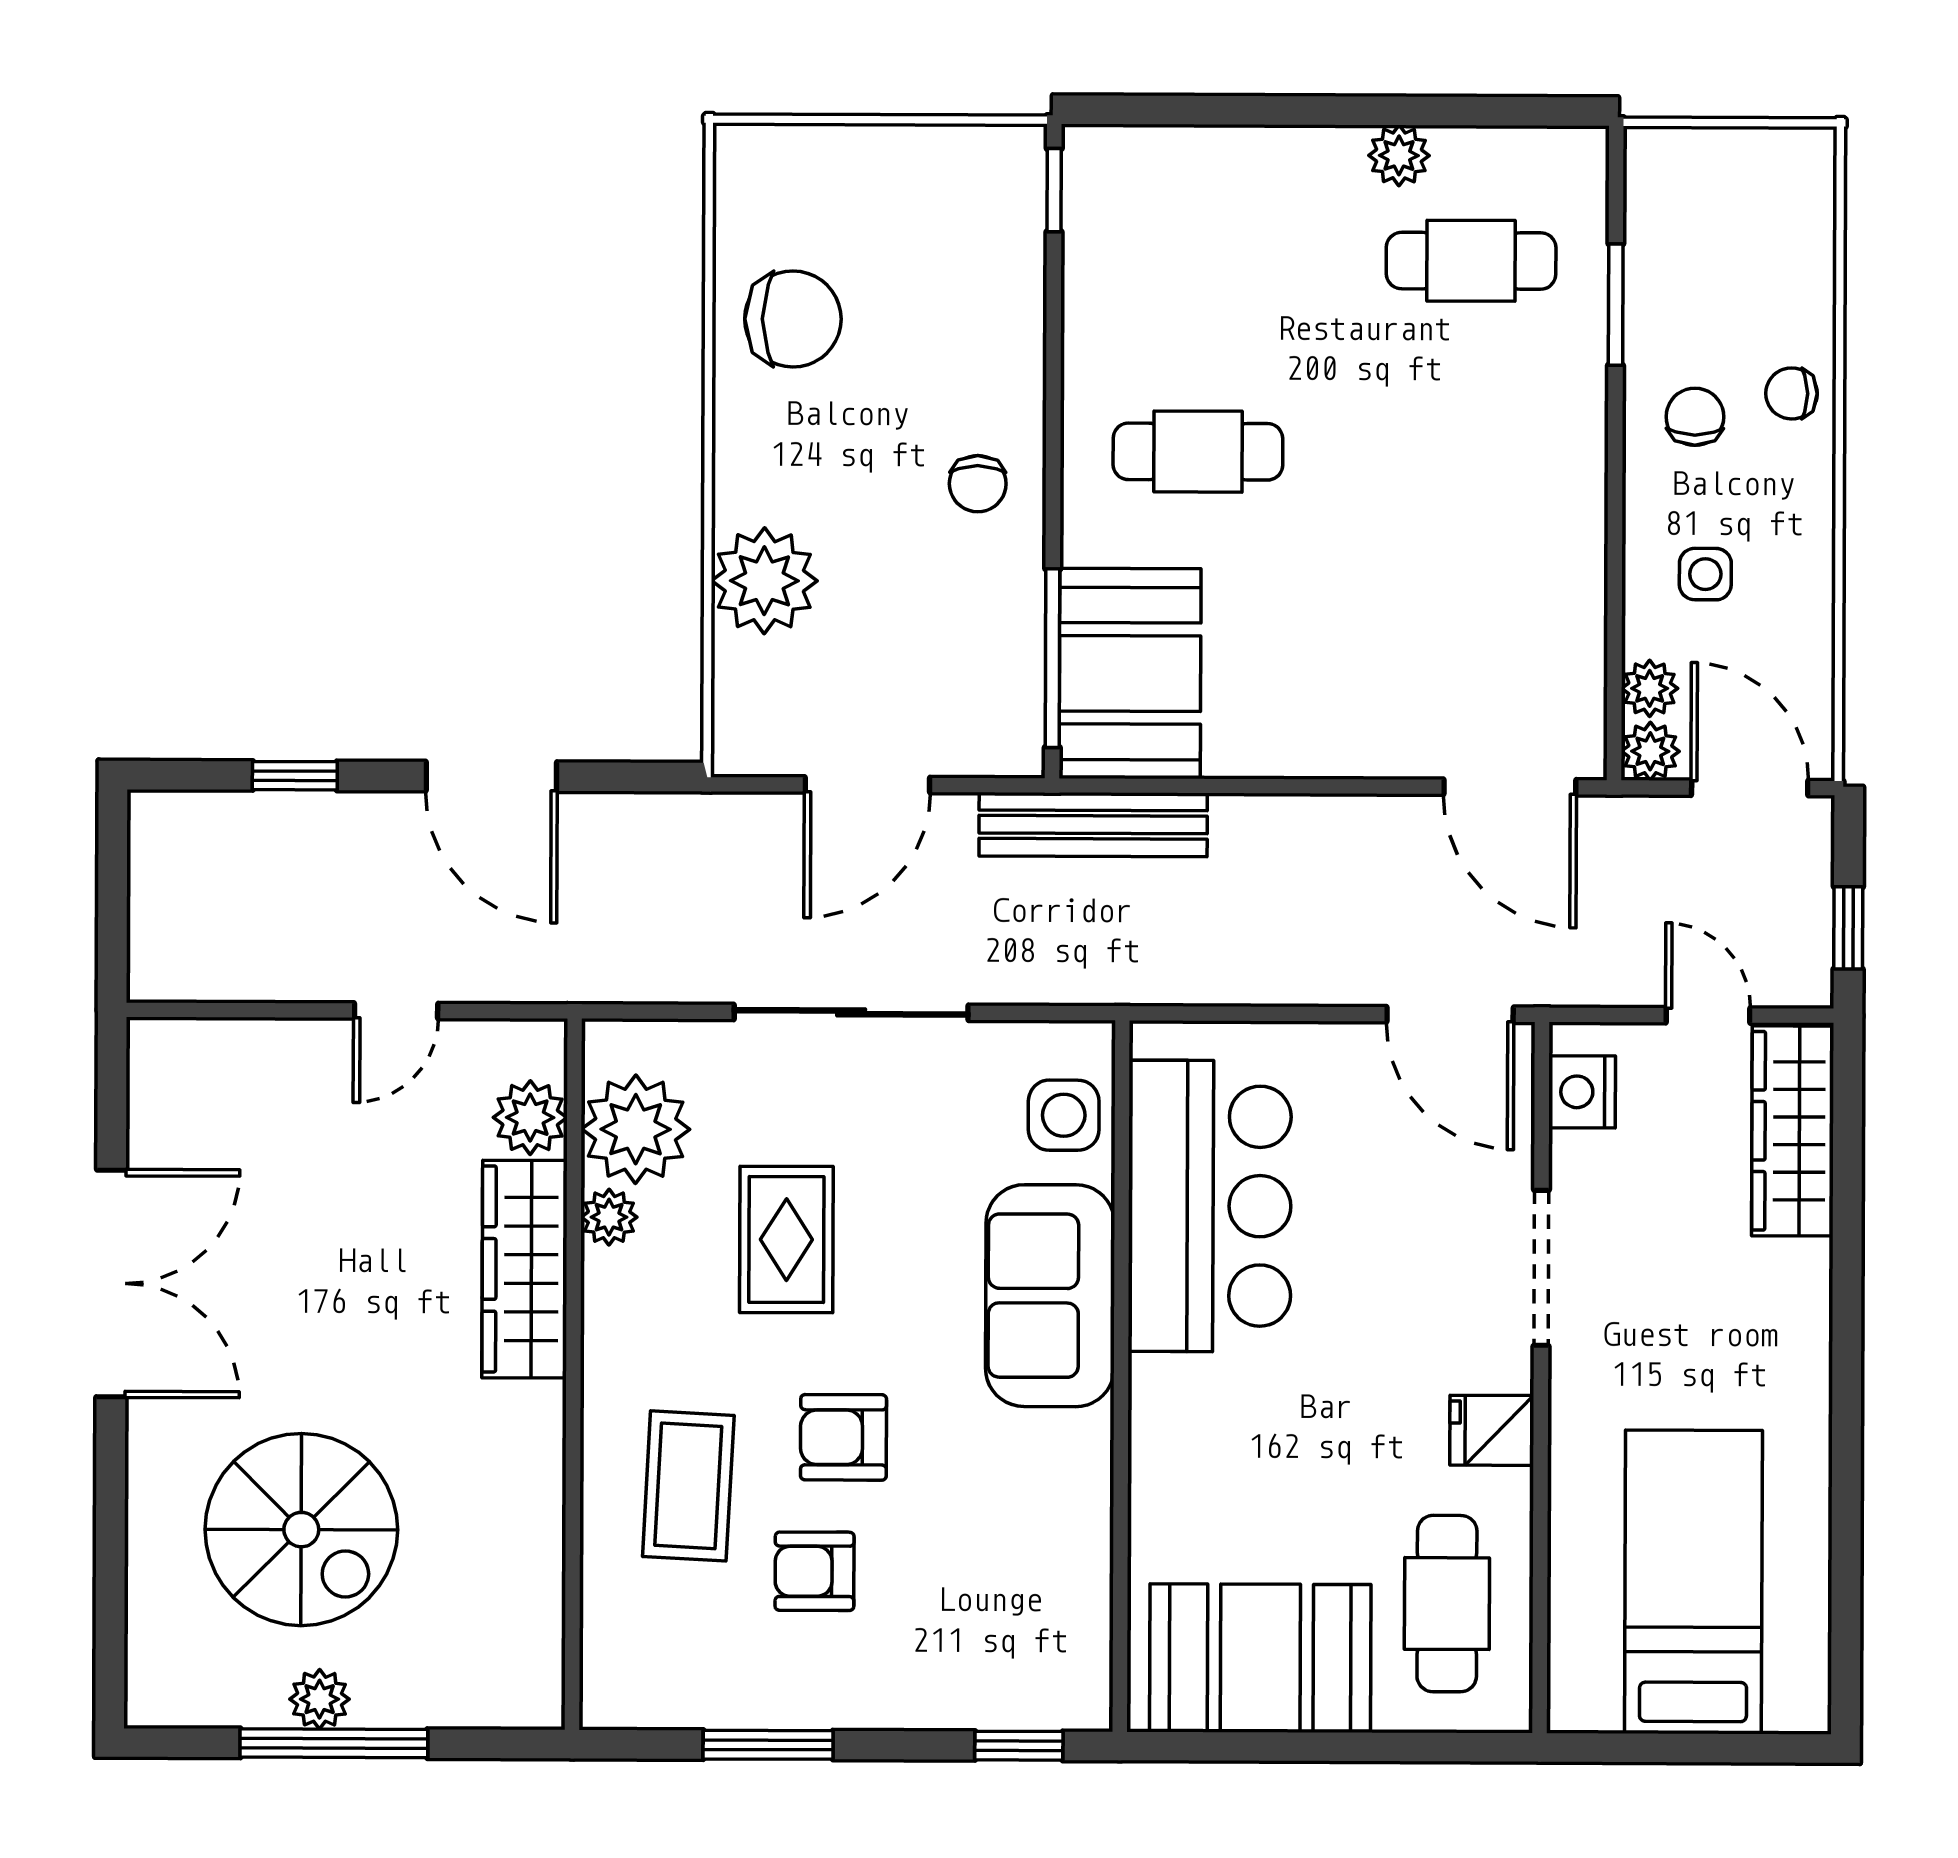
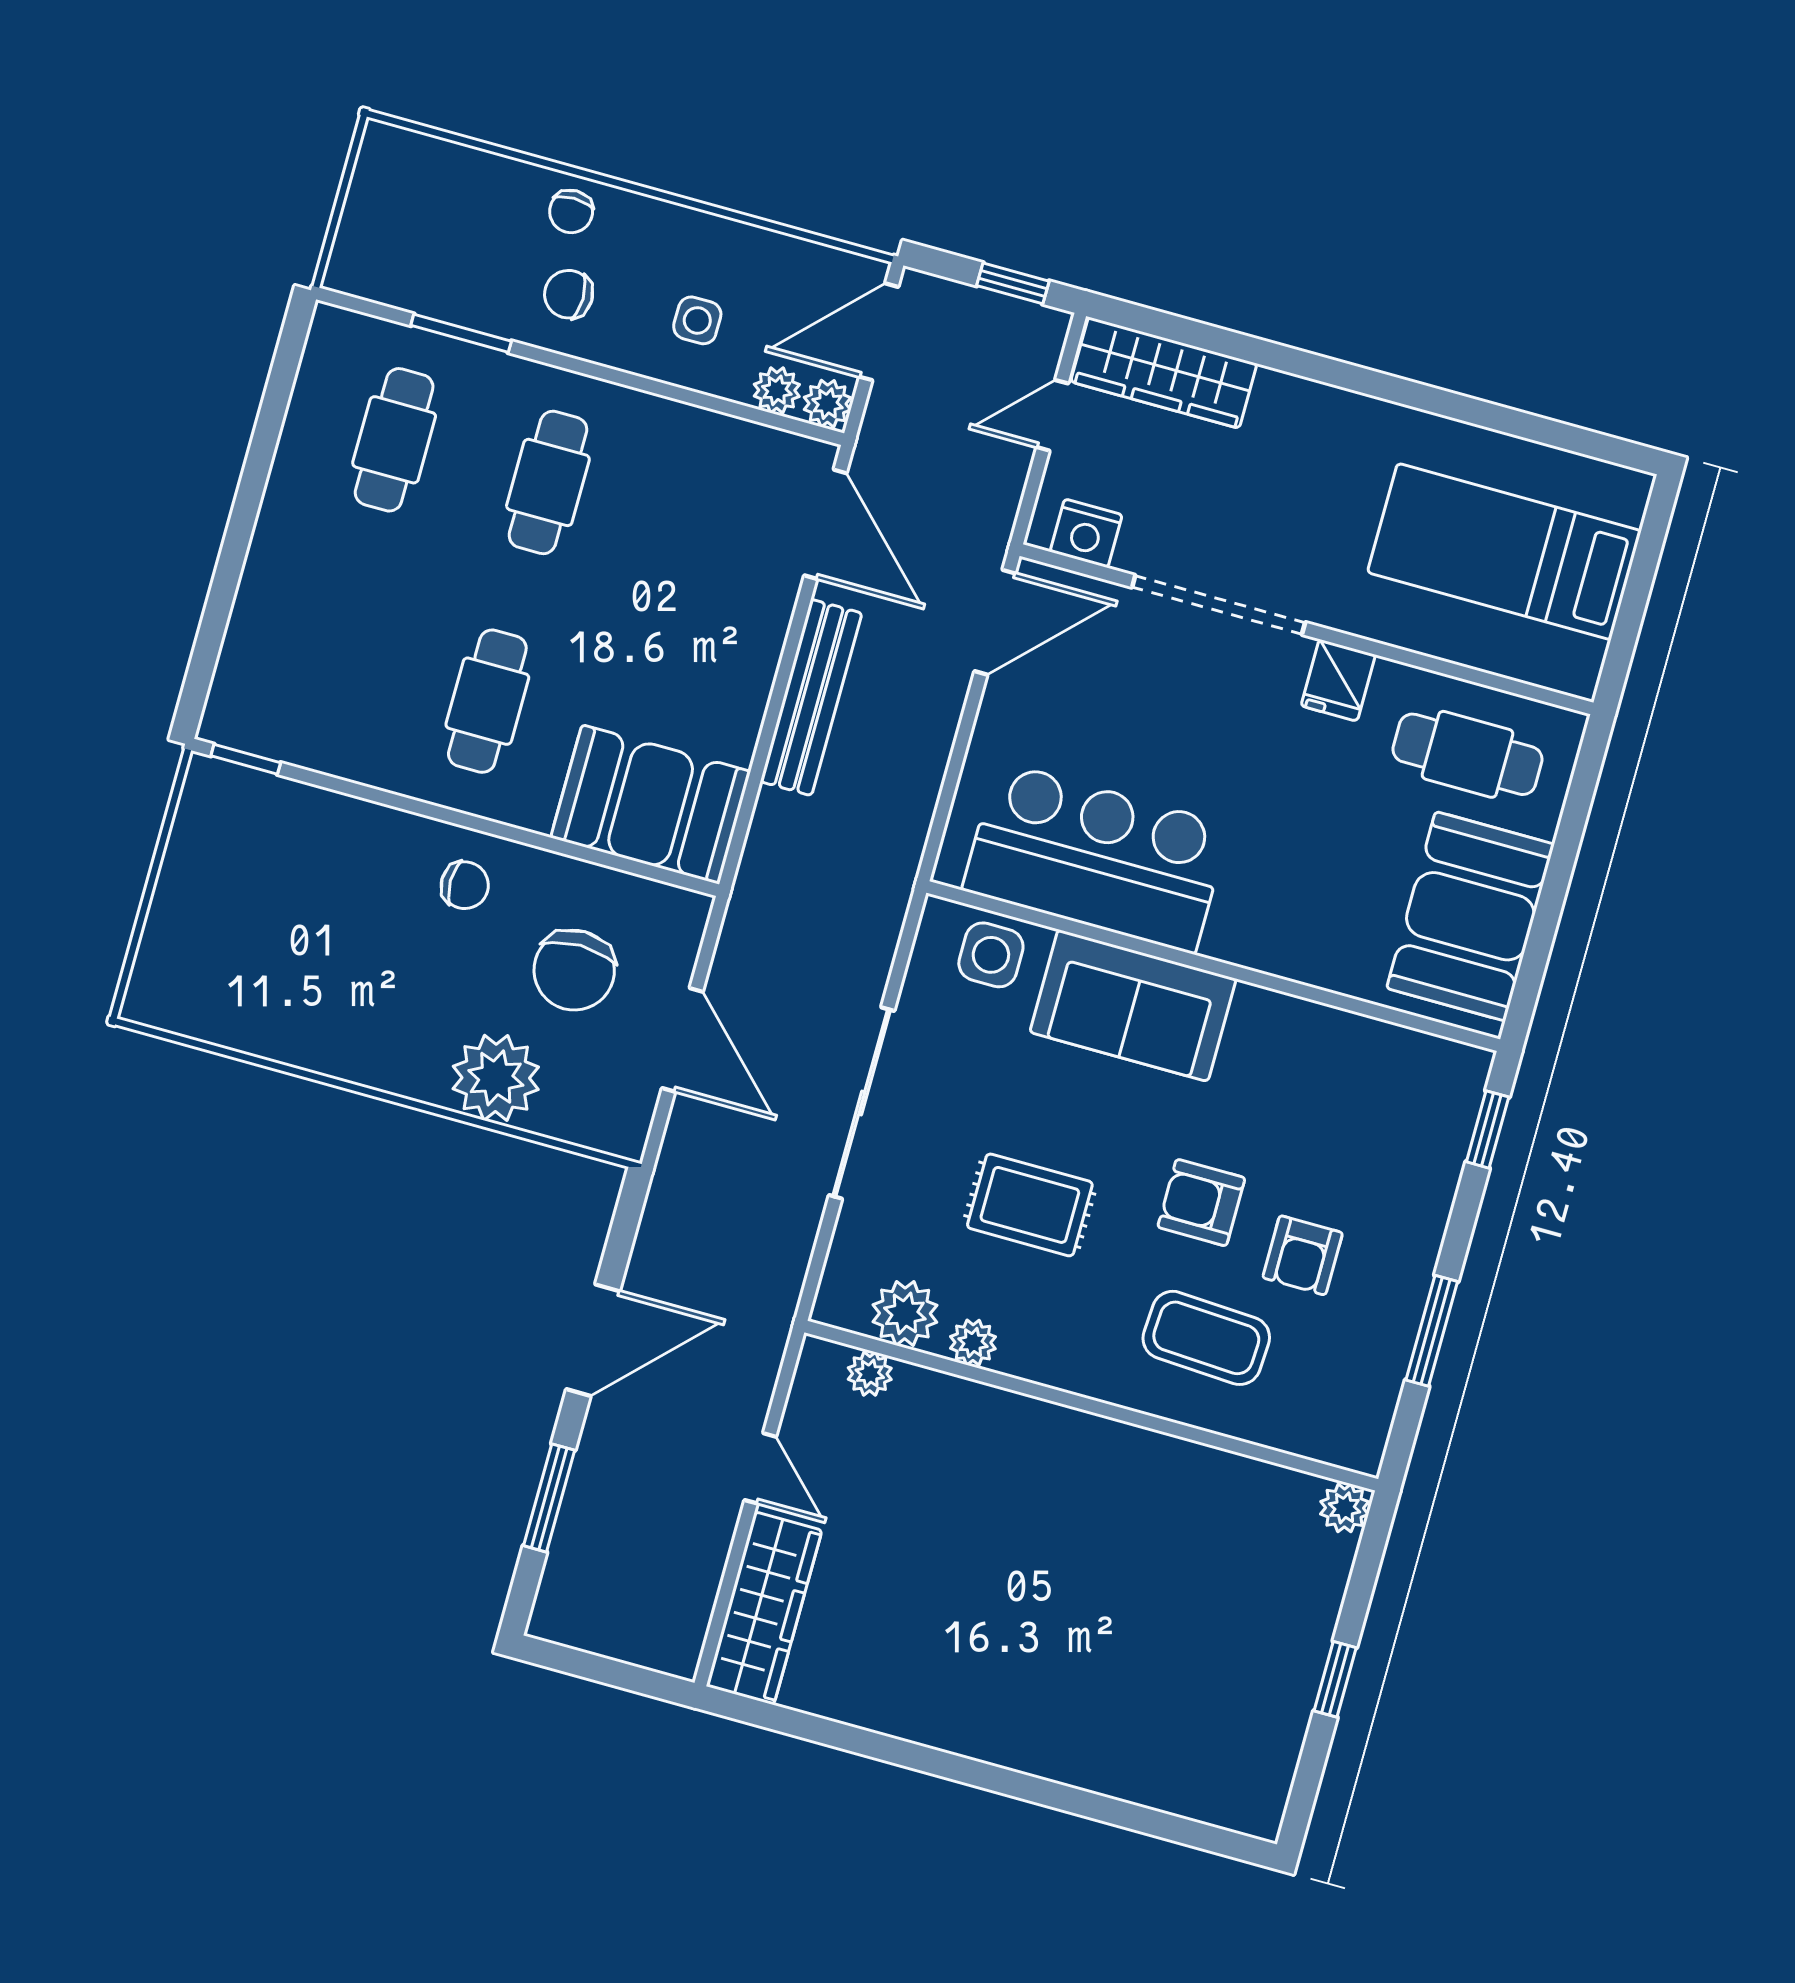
plant: (1399, 155) -> (294, 475), removed
chair: (793, 319) -> (574, 970), moved, turned 180
cafe table: (1470, 453) -> (548, 482), added
window: (1052, 658) -> (621, 863), removed
window: (295, 776) -> (549, 1498), width x1.50
door: (1510, 787) -> (825, 524), hinge flipped
bench: (1093, 825) -> (811, 697), moved
plant: (530, 1118) -> (870, 1374), width x0.73, depth x0.73
plant: (636, 1129) -> (905, 1313), width x0.73, depth x0.73
doorway: (1541, 1268) -> (1219, 605), width x1.36
wardrobe: (524, 1269) -> (764, 1608), moved, turned -90
double door: (111, 1283) -> (917, 1757), removed
armchair: (844, 1437) -> (1201, 1203), turned 90
spiral stairs: (301, 1530) -> (1156, 1658), removed
plant: (320, 1699) -> (1345, 1508), moved
window: (334, 1743) -> (1335, 1679), width x0.46

